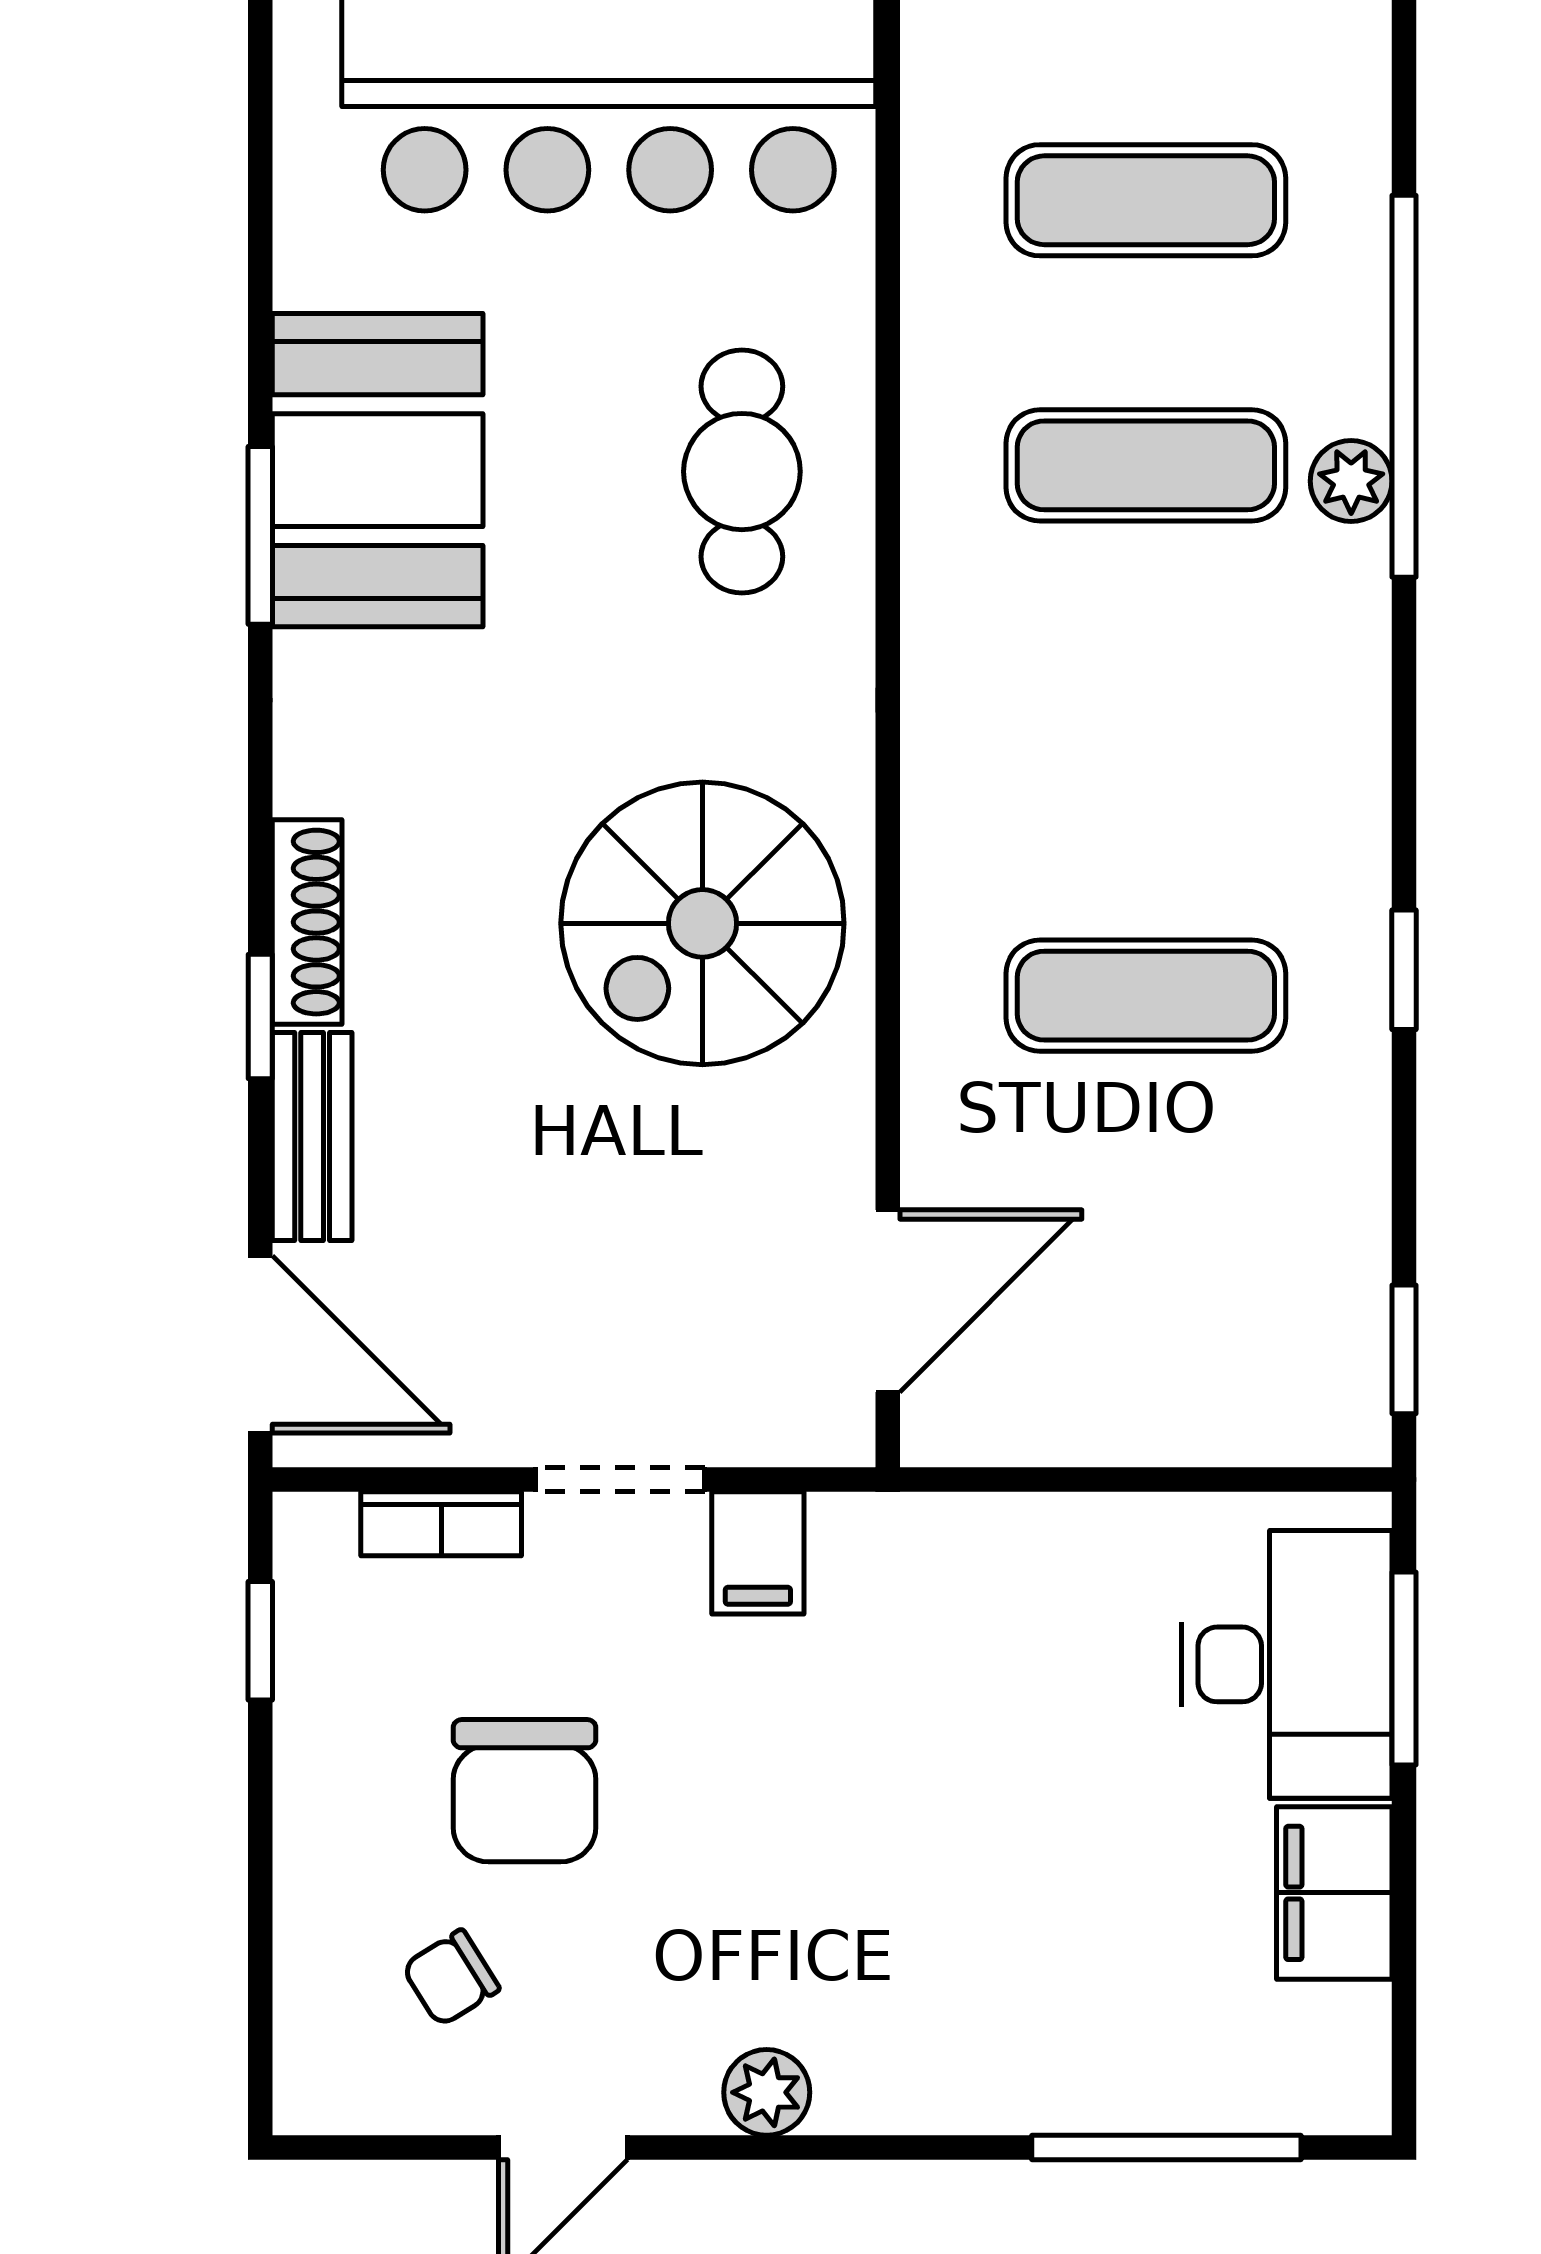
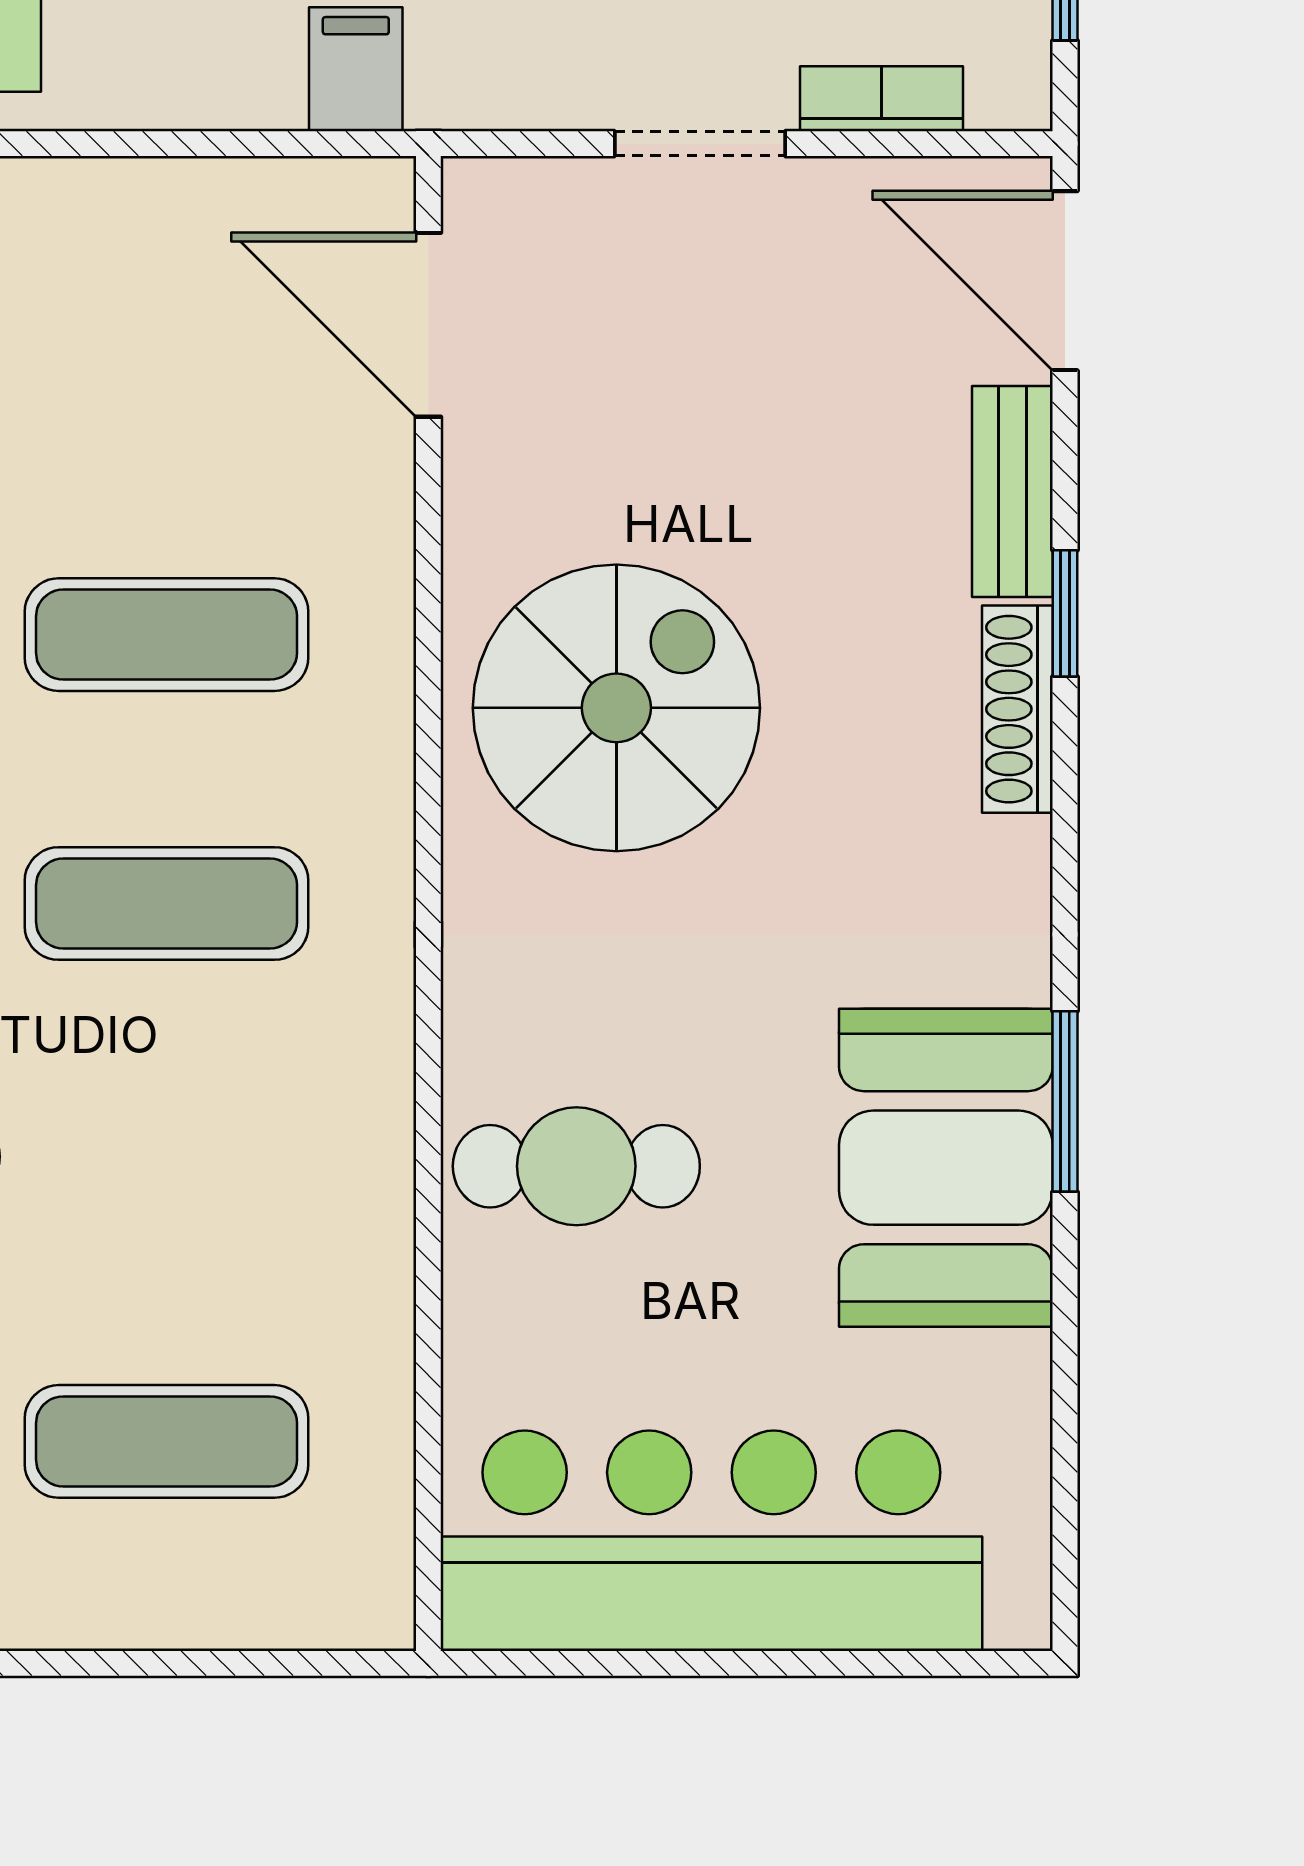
exercise mat: (1146, 465) -> (167, 904), moved
cafe table: (742, 472) -> (576, 1166), turned 90
door: (888, 1301) -> (428, 325), hinge flipped
filing cabinet: (758, 1553) -> (356, 69), moved

